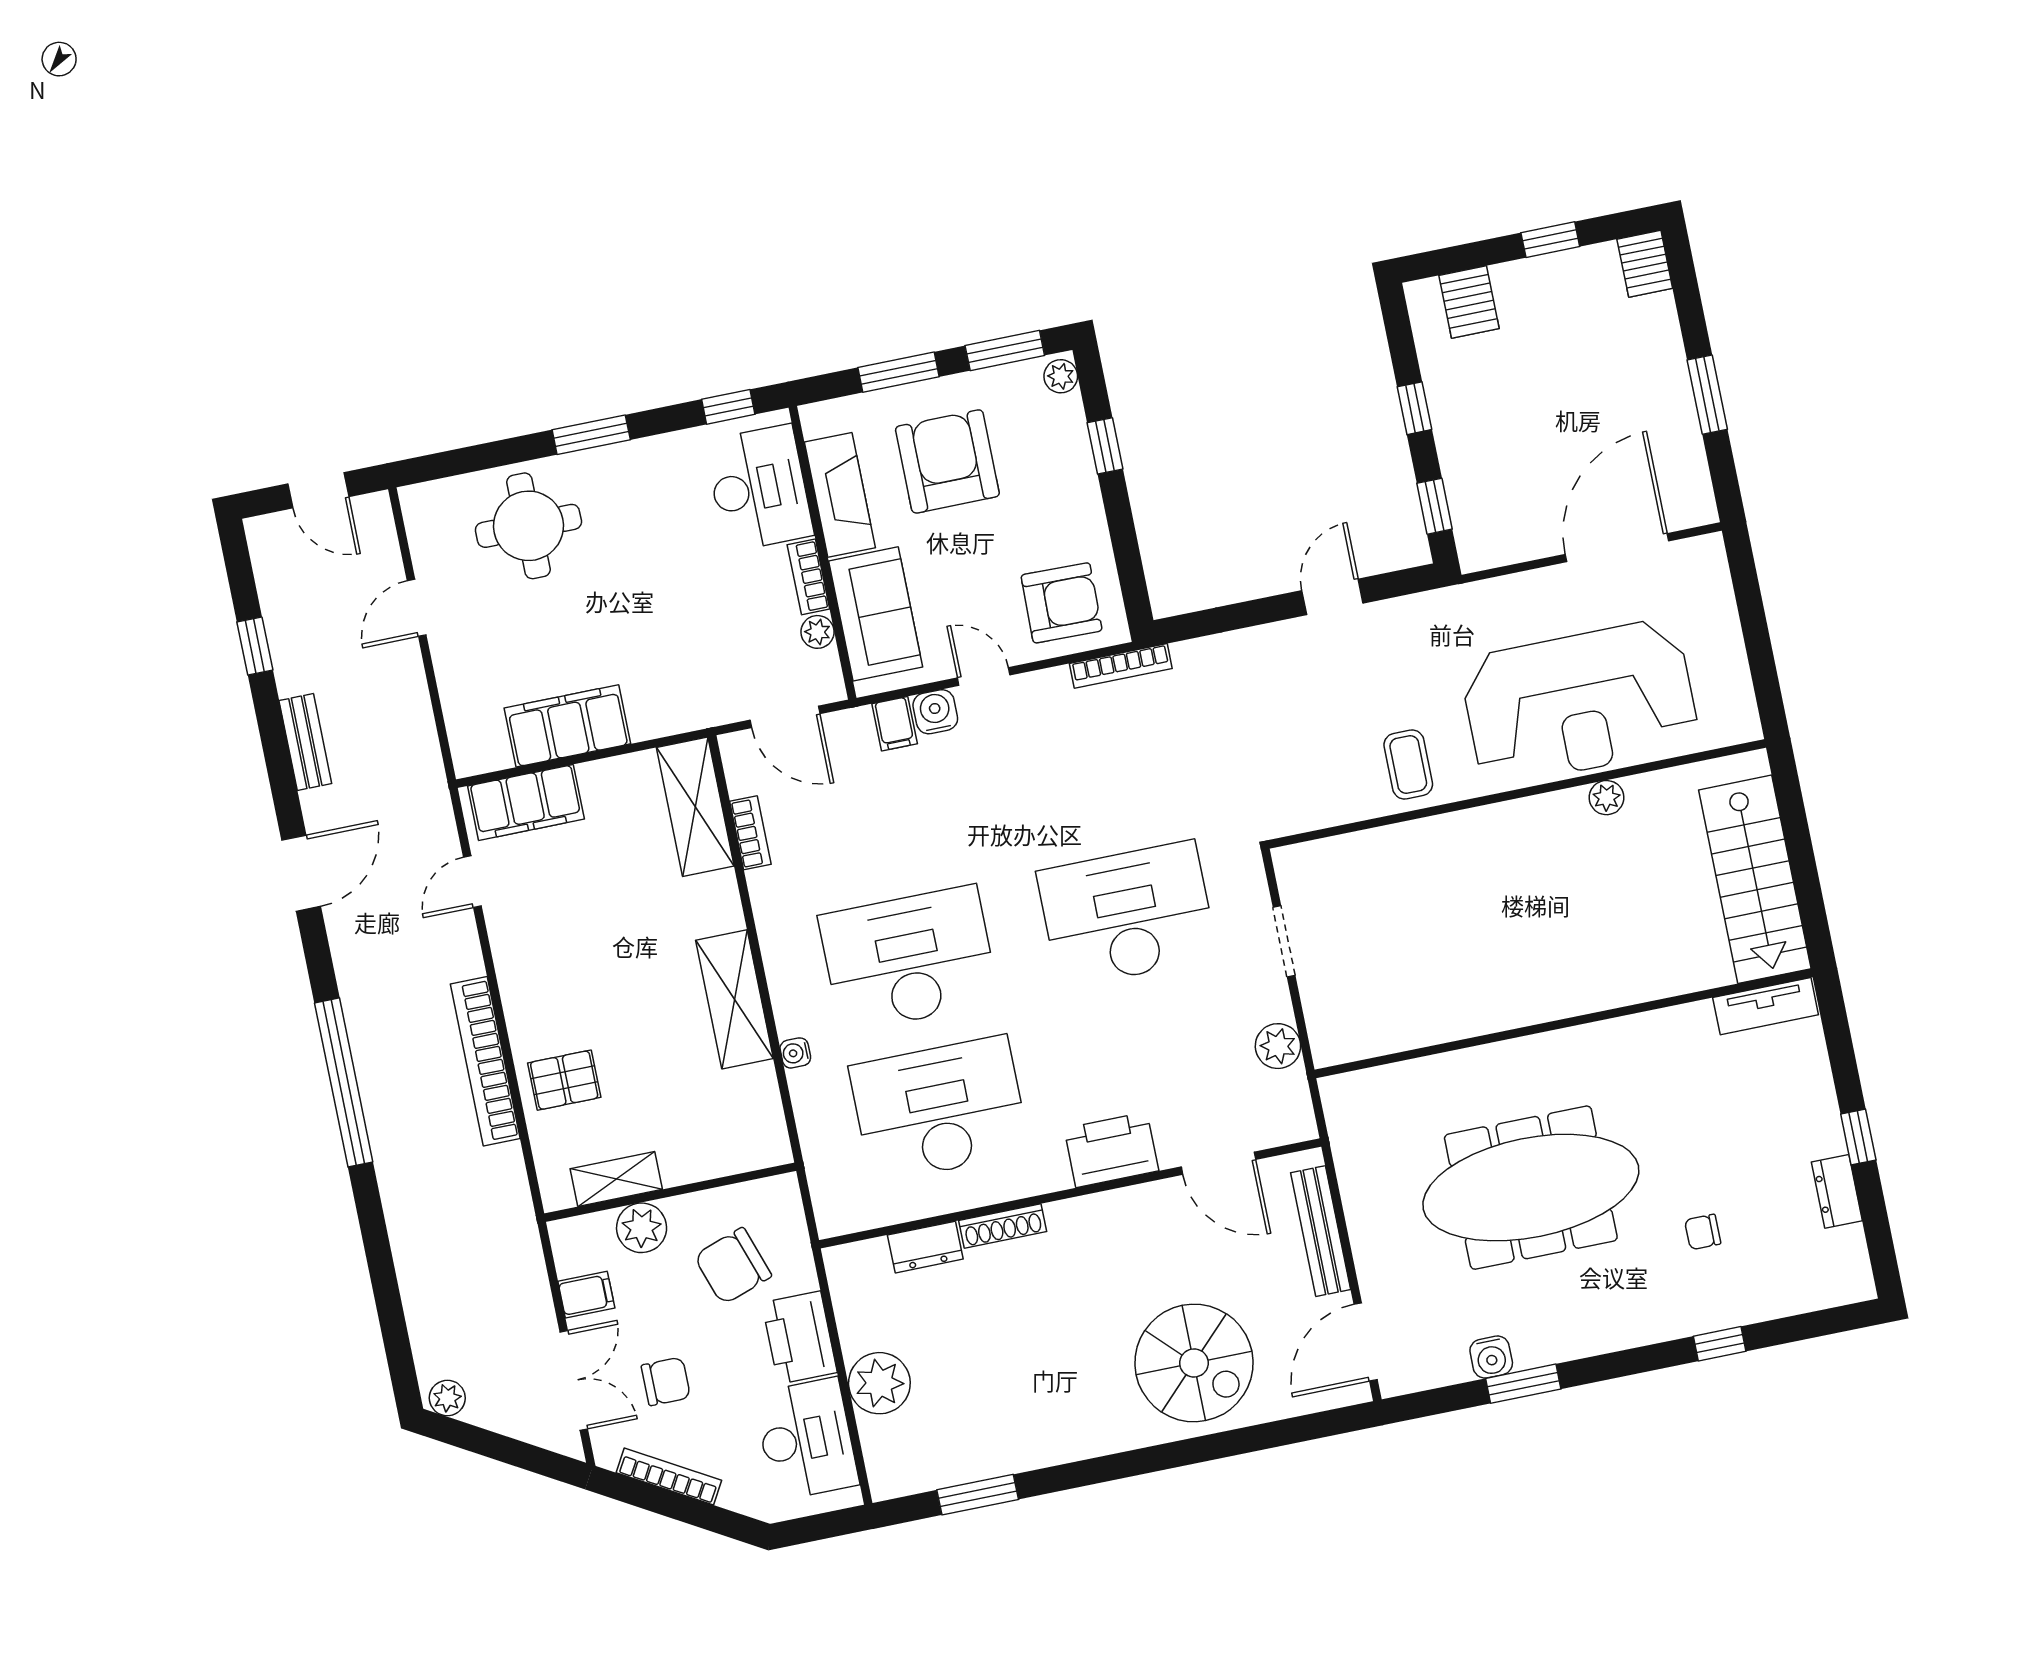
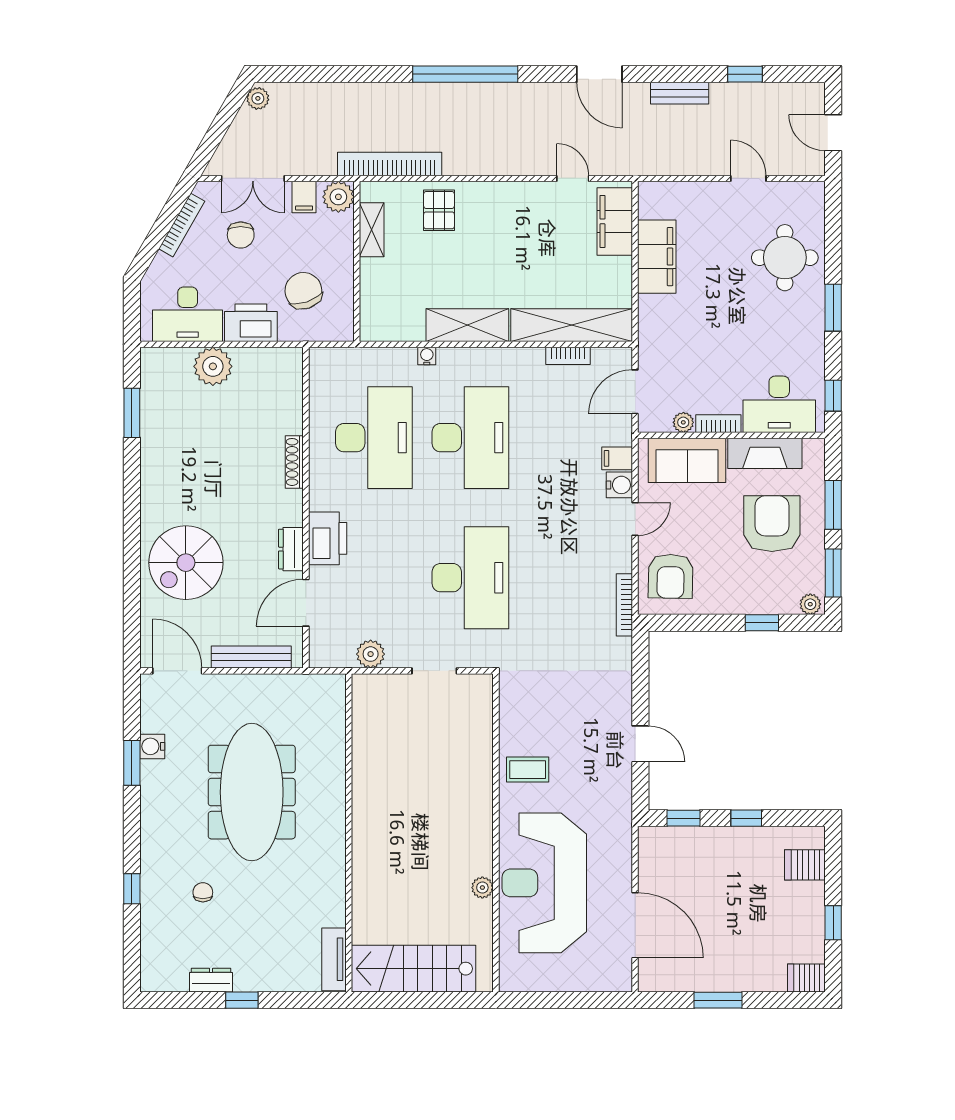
armchair: (947, 461) -> (772, 524), turned -90
door: (318, 490) -> (833, 133), hinge flipped
shelving: (695, 807) -> (572, 325), width x1.47
bookcase: (485, 1061) -> (390, 164), moved
plant: (642, 1228) -> (338, 197), moved
dresser: (925, 1247) -> (291, 549), moved

